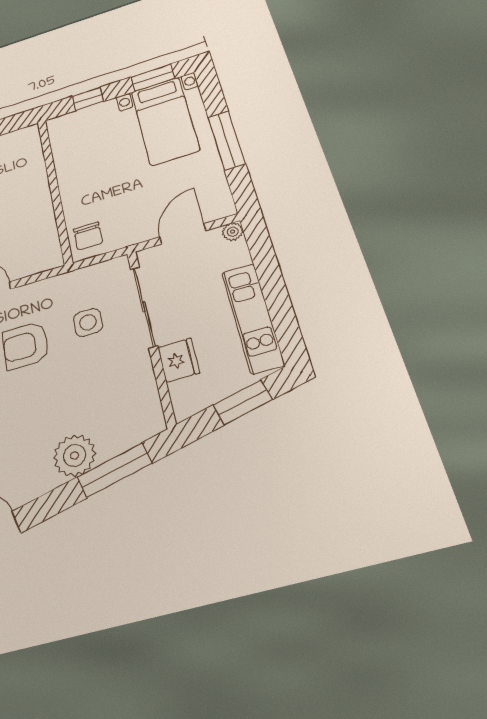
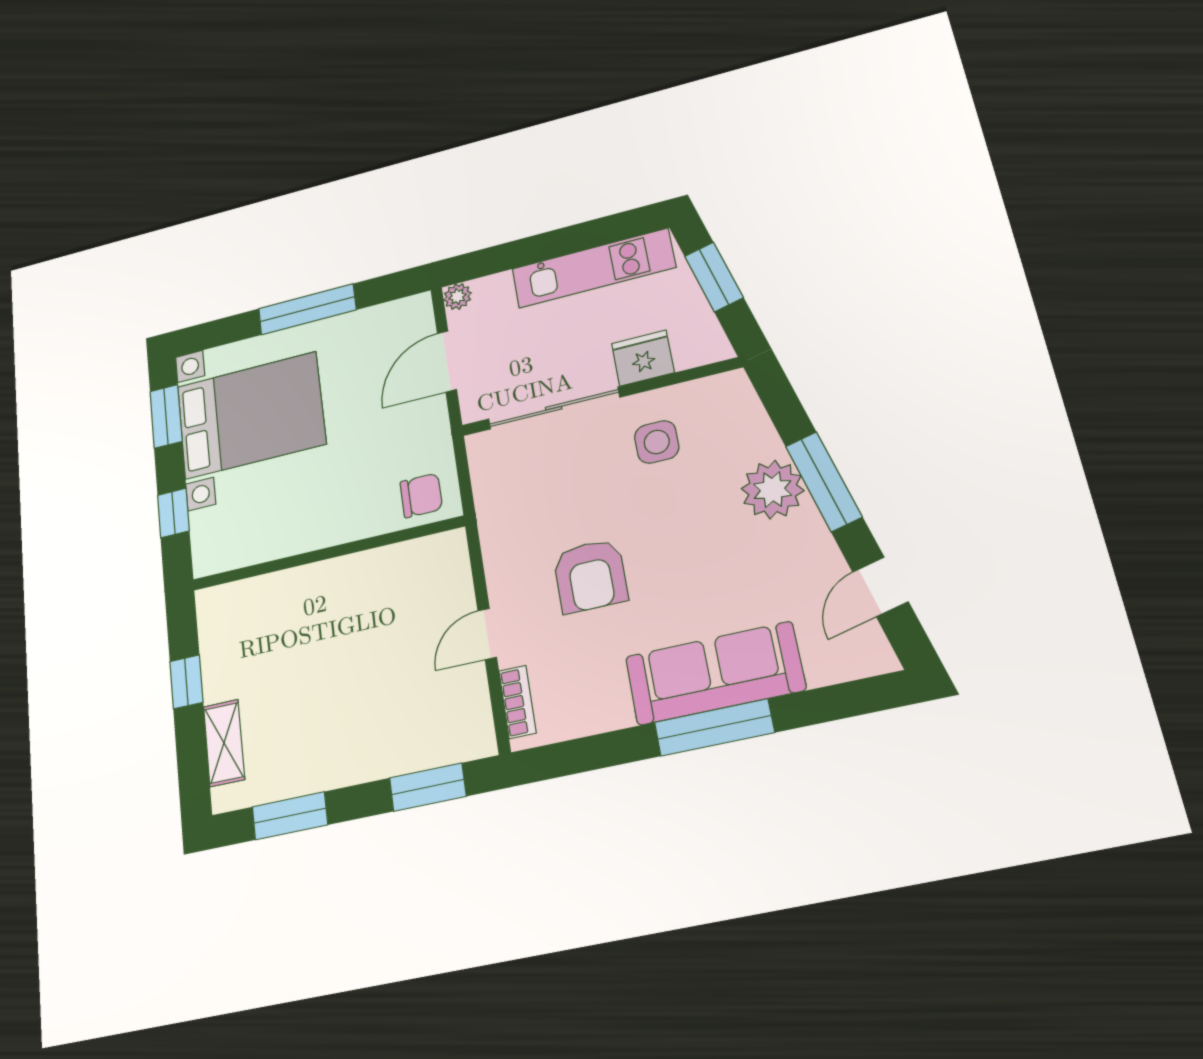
bed with nightstands: (165, 121) -> (251, 415), width x1.36
door: (183, 234) -> (447, 361), hinge flipped
side table: (88, 322) -> (657, 442), moved
window: (114, 470) -> (824, 481), moved

